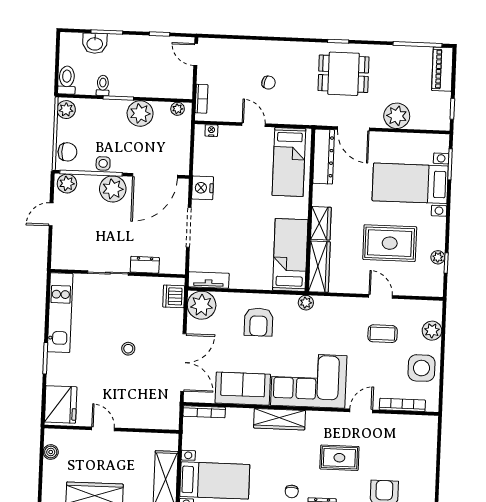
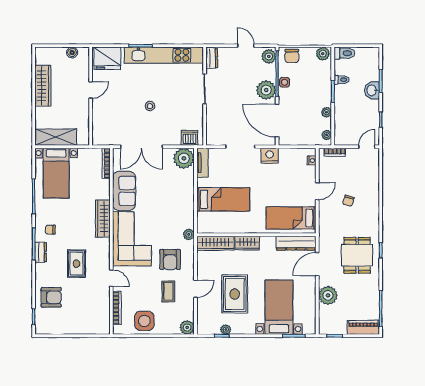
washbasin: (95, 43) -> (372, 90), moved
plant: (140, 114) -> (326, 112), width x0.53, depth x0.53
bed: (290, 255) -> (223, 199), moved
dresser: (145, 265) -> (212, 58), moved
kitchen unit: (60, 313) -> (164, 55), width x1.36
armchair: (259, 322) -> (170, 259), moved, turned -90
plant: (432, 331) -> (187, 327), moved

